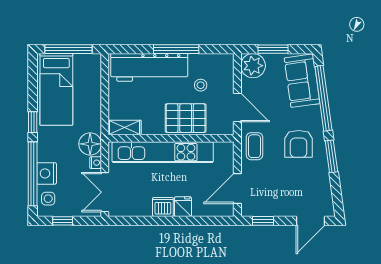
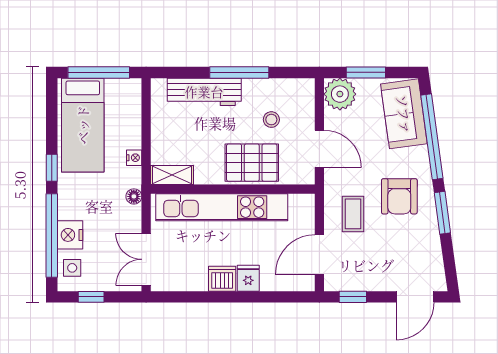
workbench: (149, 67) -> (204, 92), width x0.73, depth x0.76
floor lamp: (90, 144) -> (134, 196), width x0.53, depth x0.53
coffee table: (254, 146) -> (353, 214), moved
nightstand: (96, 163) -> (134, 158), moved

